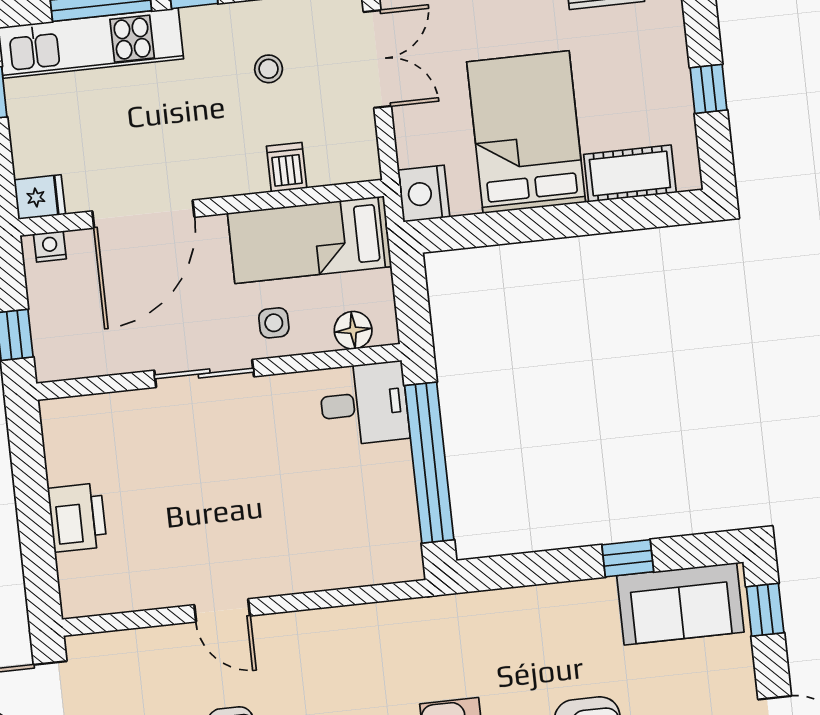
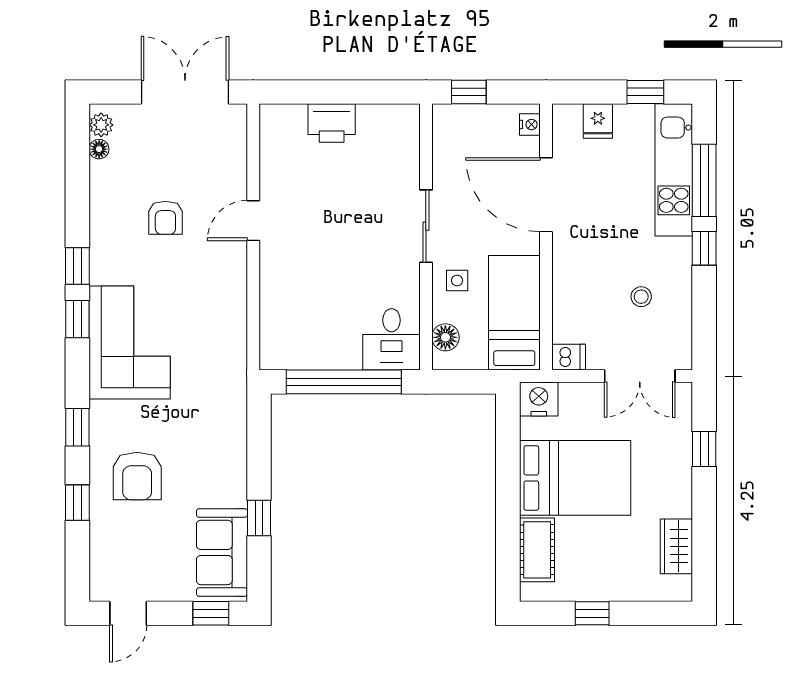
dishwasher: (287, 167) -> (569, 357), moved
fridge: (40, 197) -> (598, 121), moved

